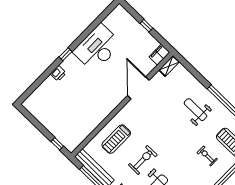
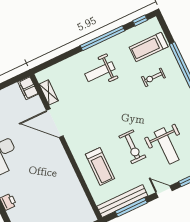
shelving: (169, 66) -> (49, 92), moved
exercise bike: (143, 160) -> (132, 147), turned 180

